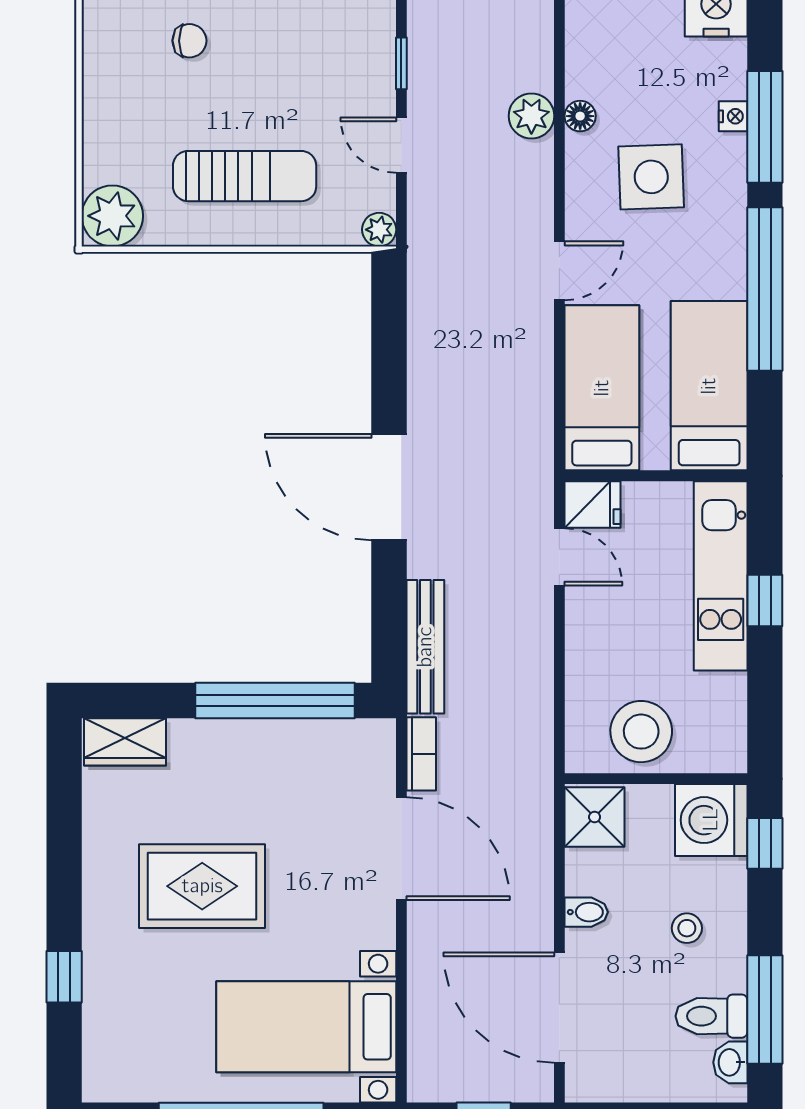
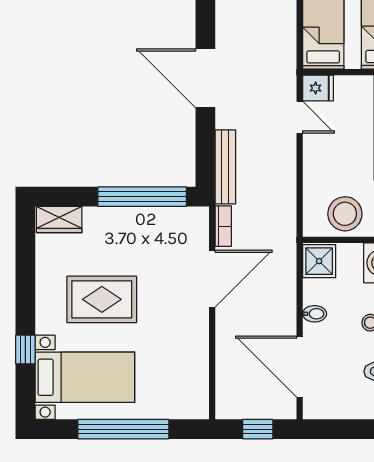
door: (401, 849) -> (212, 279), hinge flipped
bed with nightstands: (306, 1027) -> (85, 377), moved, turned 180

